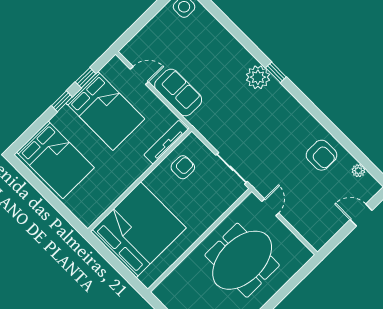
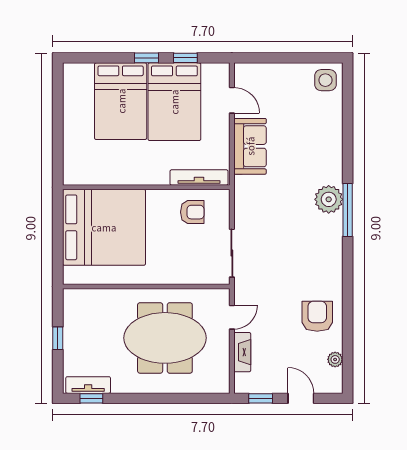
window: (276, 72) -> (348, 210), width x2.17
armchair: (322, 155) -> (317, 316), turned 180
bed: (55, 160) -> (121, 101), moved
fireplace: (298, 222) -> (242, 352), added
window: (337, 239) -> (261, 398), added

